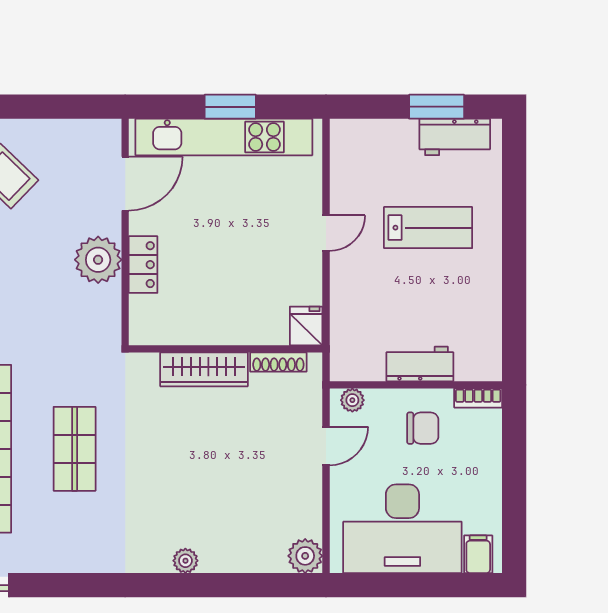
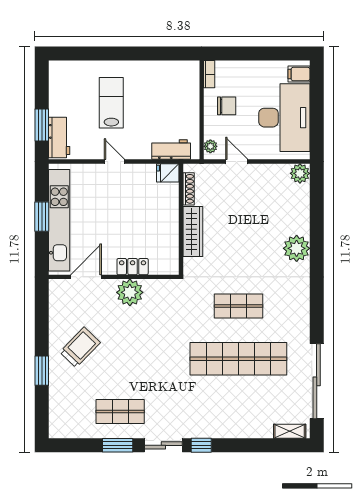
window: (437, 107) -> (42, 125), moved
workbench: (455, 137) -> (59, 137), moved
door: (125, 184) -> (86, 277), hinge flipped
workbench: (420, 364) -> (171, 150), moved, turned 90
chair: (423, 428) -> (227, 106), turned 90
plant: (185, 561) -> (297, 248), width x1.87, depth x1.87

